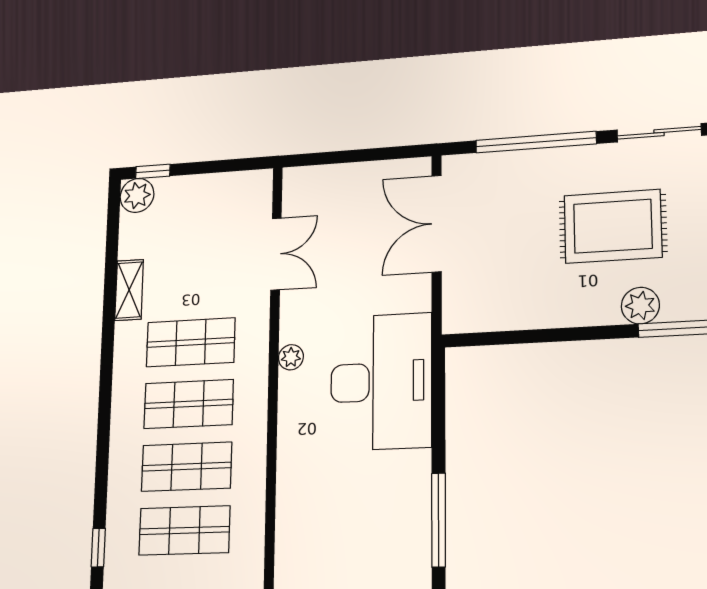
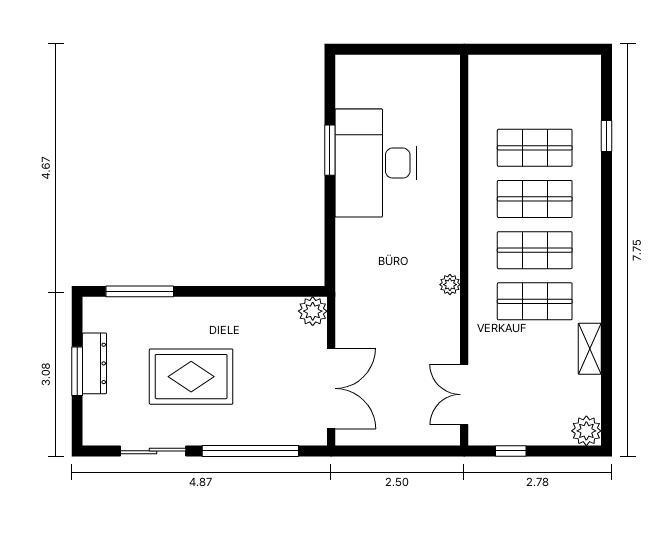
window: (153, 171) -> (511, 451), moved
double door: (276, 254) -> (464, 395), moved
plant: (640, 306) -> (313, 311), moved
desk: (381, 382) -> (376, 163), moved
window: (439, 520) -> (330, 150), width x0.69

